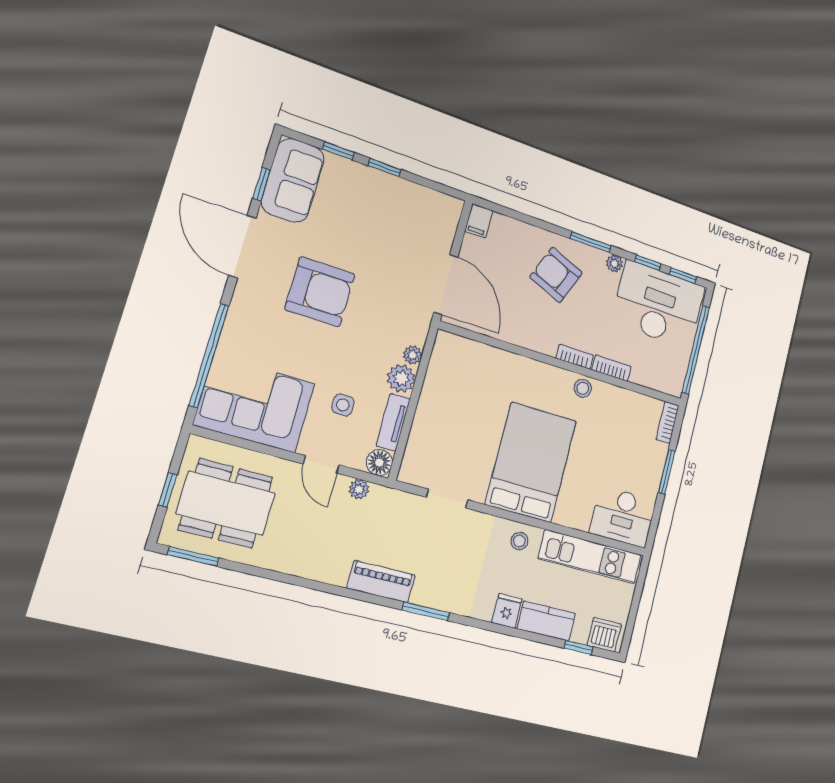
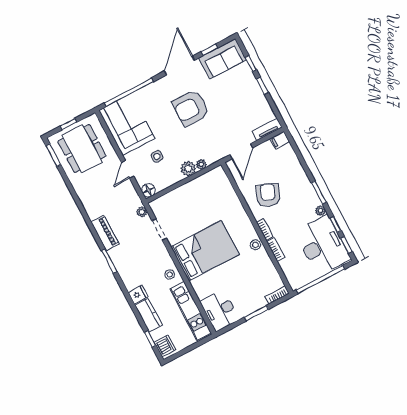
armchair: (556, 275) -> (268, 195), moved
door: (446, 285) -> (241, 151), width x0.73
armchair: (320, 292) -> (191, 108), turned 90
tv unit: (393, 422) -> (267, 129), moved
plant: (359, 489) -> (142, 212), moved

